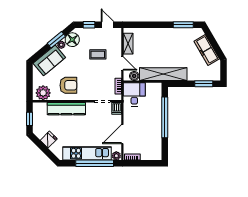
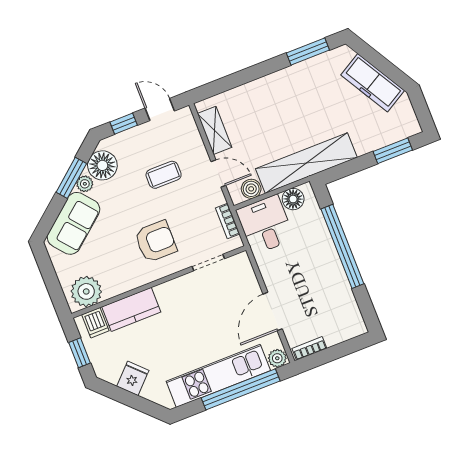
armchair: (68, 85) -> (156, 241), moved
floor lamp: (151, 88) -> (293, 199), added
dishwasher: (117, 108) -> (95, 323), moved
kitchen counter: (66, 109) -> (131, 309), width x0.67

